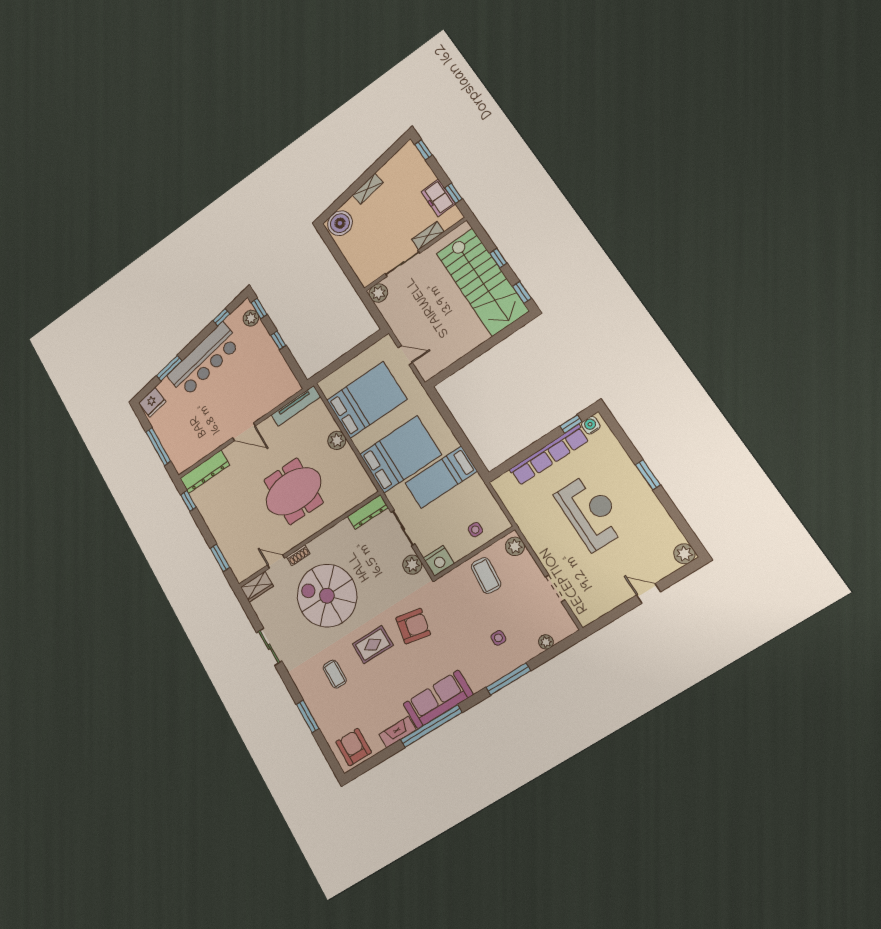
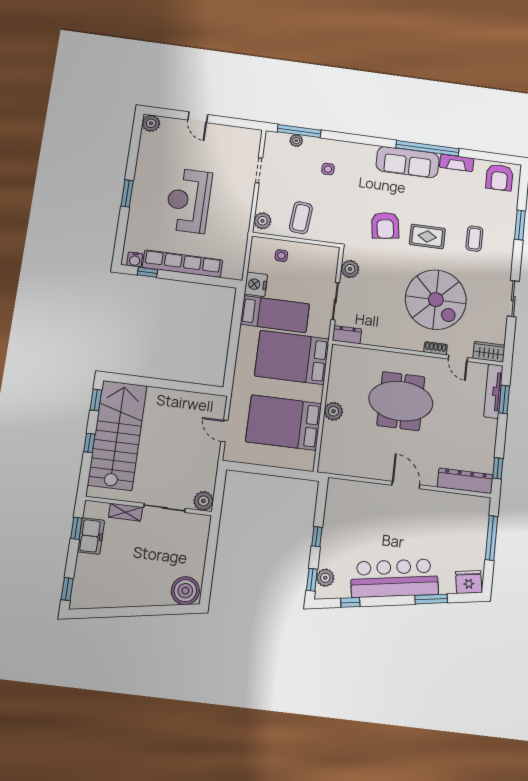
shelving: (368, 189) -> (139, 599), removed
tv unit: (296, 406) -> (493, 391), moved, turned -90
dresser: (368, 512) -> (347, 335), width x0.70
nightstand: (439, 561) -> (256, 284), moved, turned -90
armchair: (413, 626) -> (385, 225), turned -109
window: (508, 679) -> (299, 131), moved

